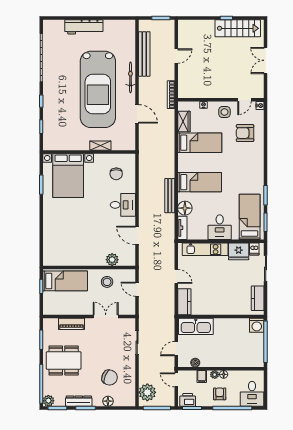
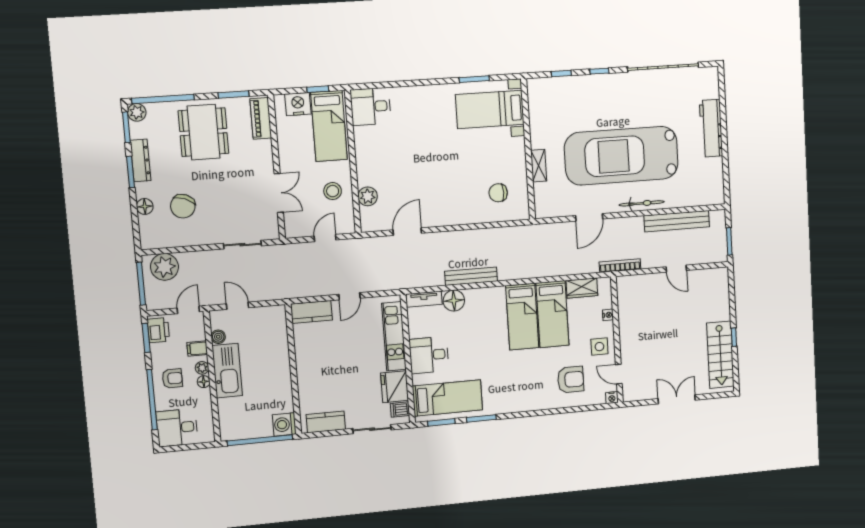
armchair: (245, 133) -> (571, 380), turned 90
bed with nightstands: (68, 176) -> (490, 109), width x0.73
bed: (200, 182) -> (522, 317), moved
desk: (123, 205) -> (371, 106), moved, turned 90
nightstand: (50, 300) -> (298, 104), added
piano: (72, 324) -> (261, 118), moved
kitchen sink: (196, 326) -> (227, 371), moved, turned 180

